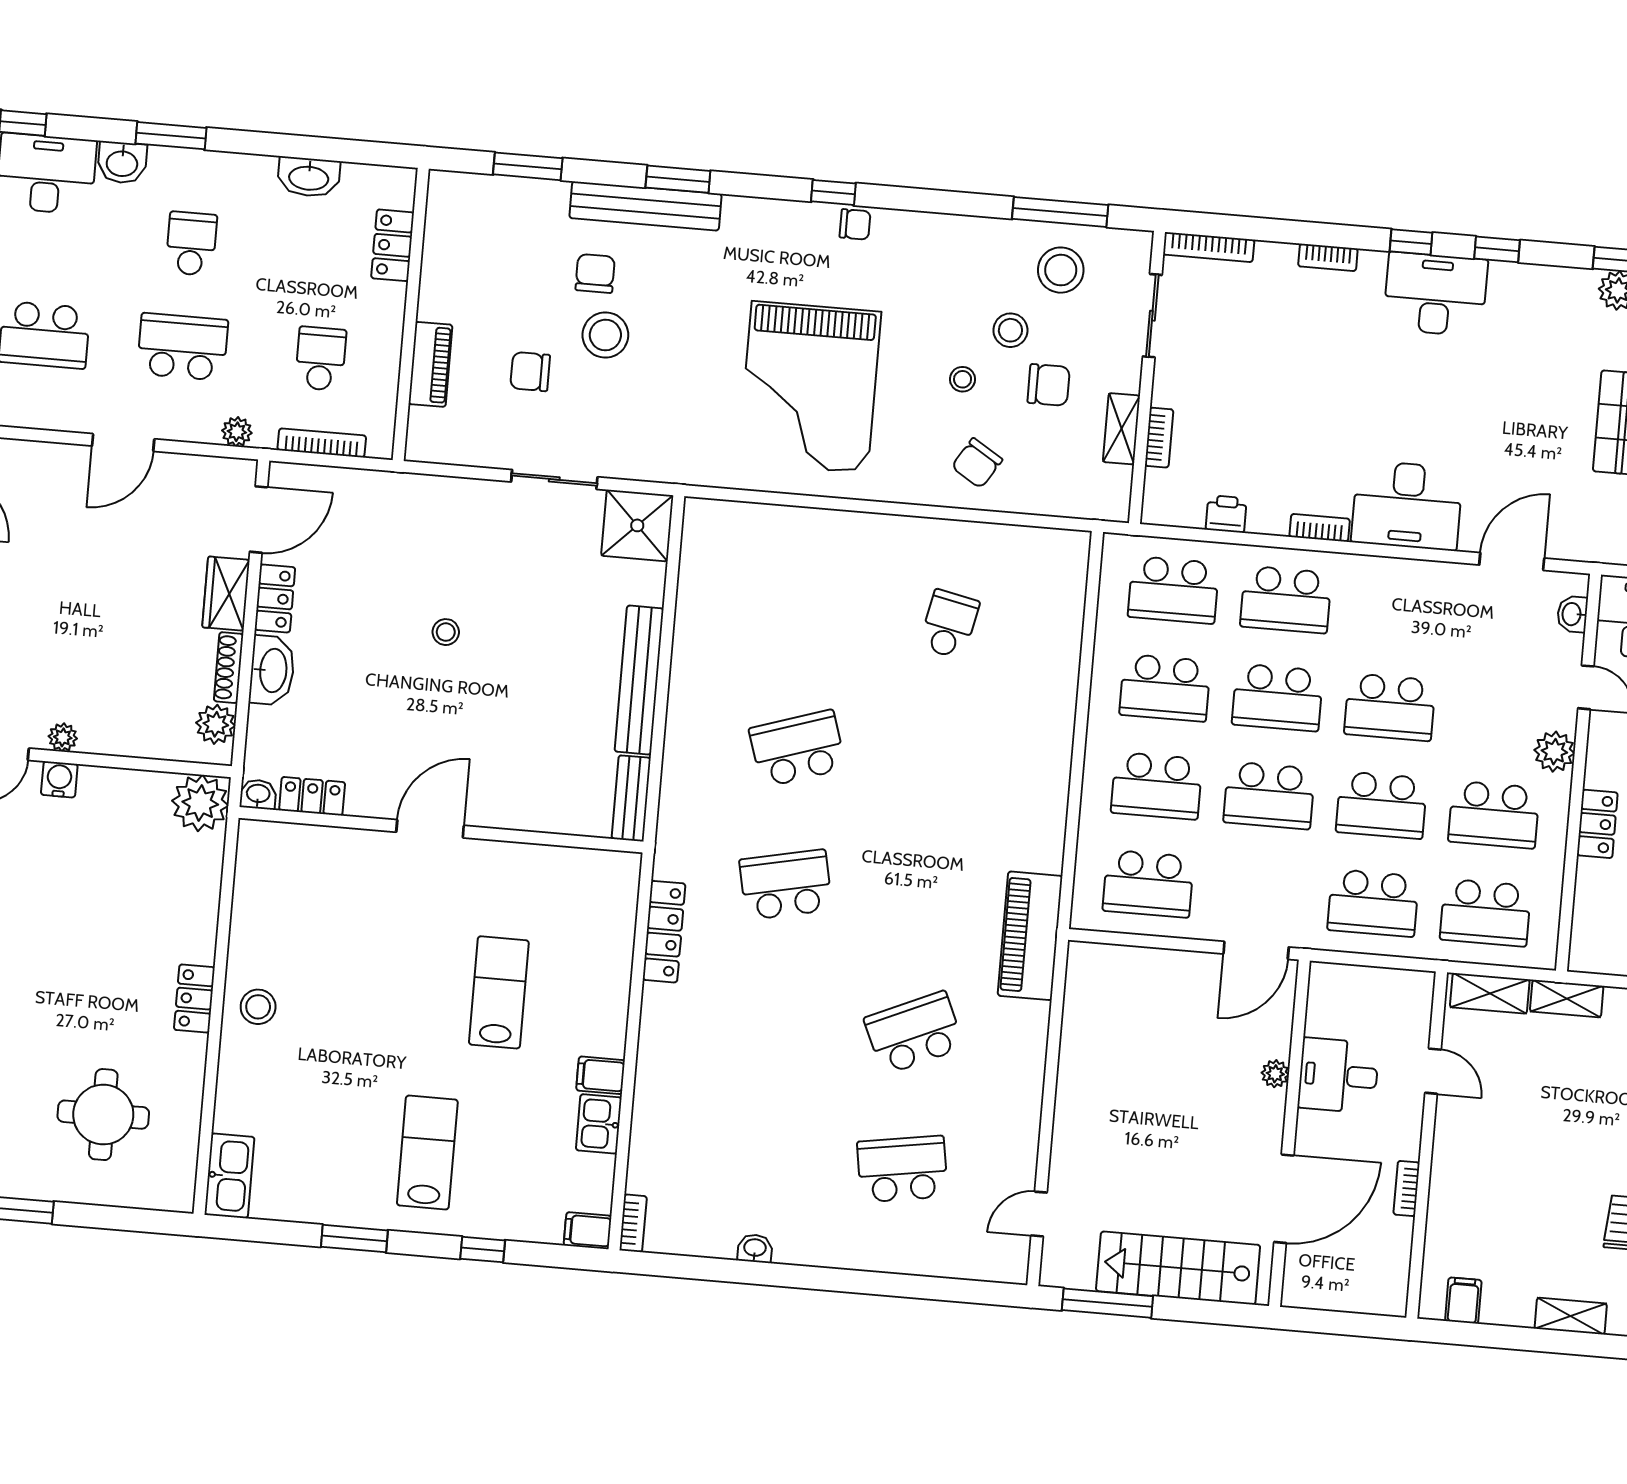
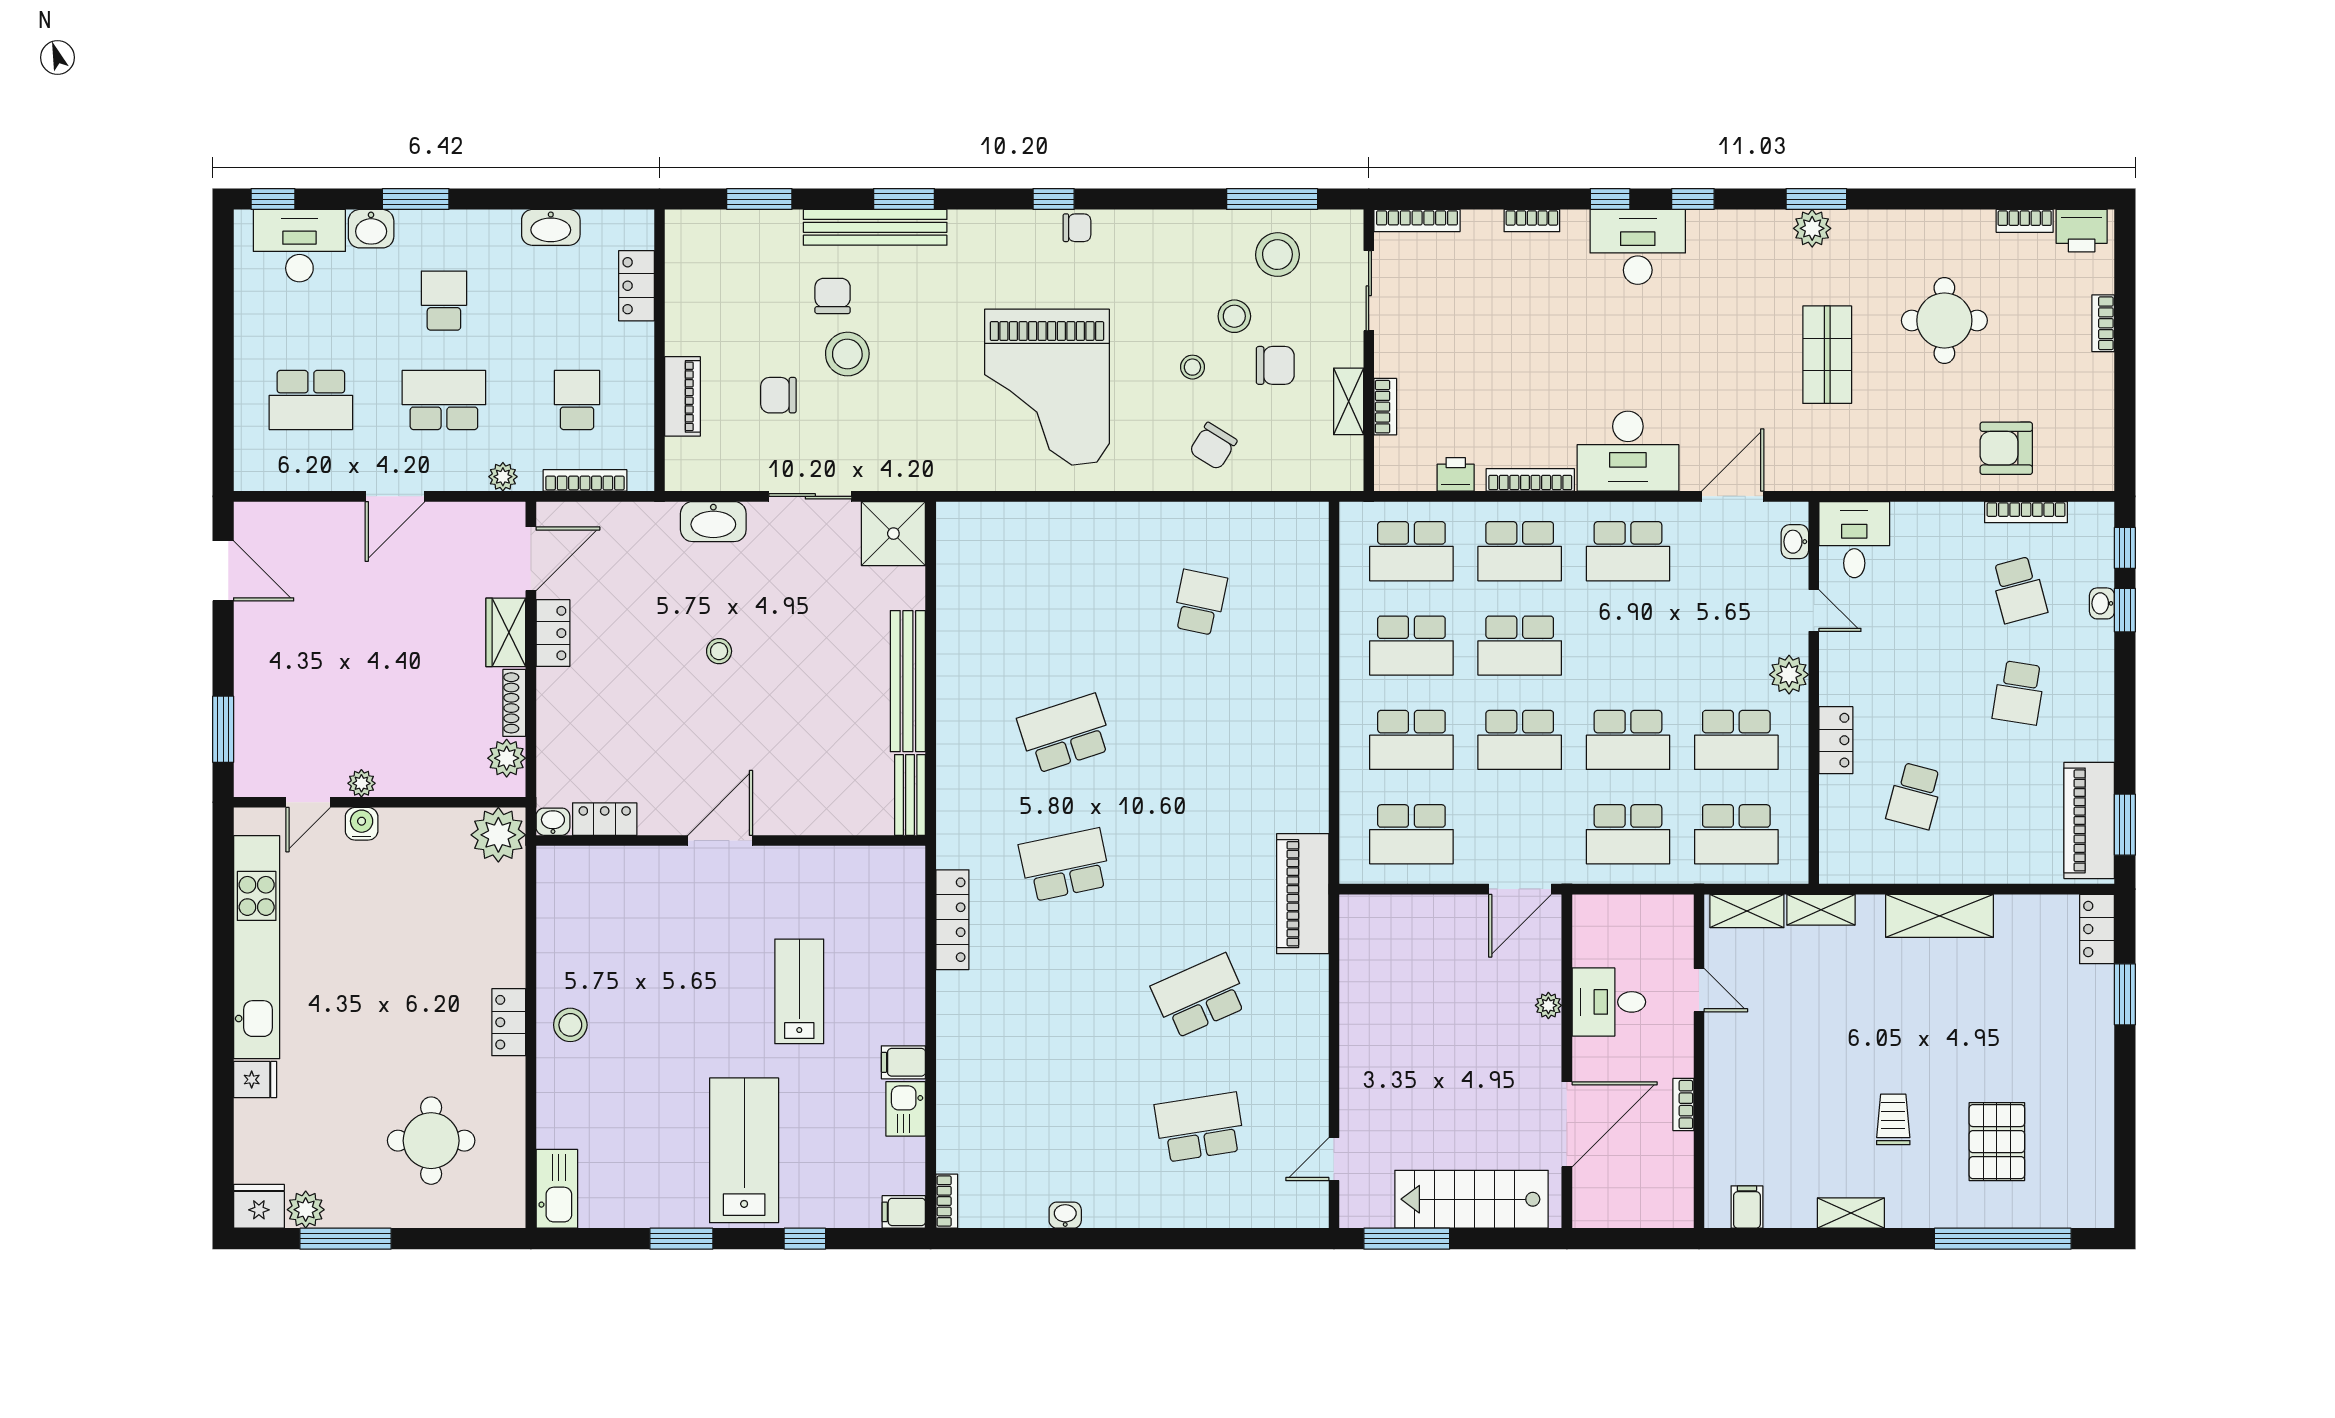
bookcase: (1320, 528) -> (1530, 480), width x1.56
washbasin: (272, 670) -> (713, 522), moved, turned 90
school desk: (1390, 707) -> (1628, 551), moved
lab bench: (427, 1153) -> (744, 1150), width x1.36, depth x1.39

